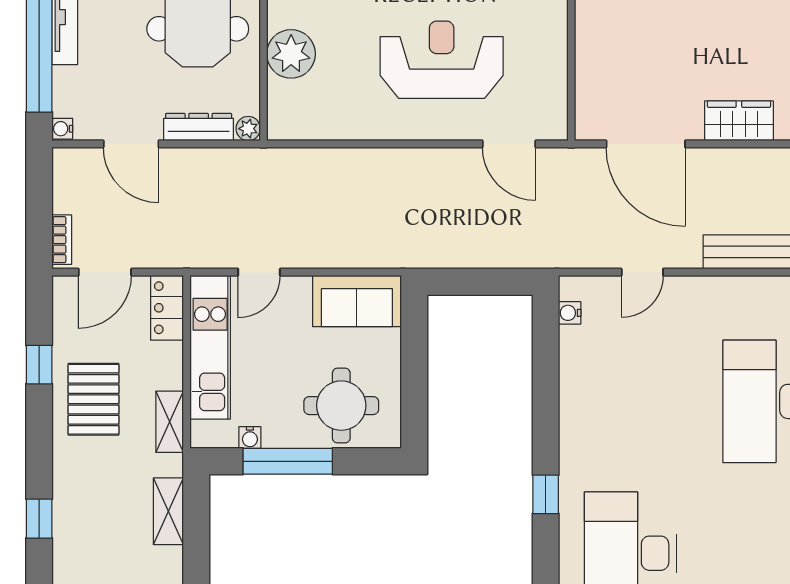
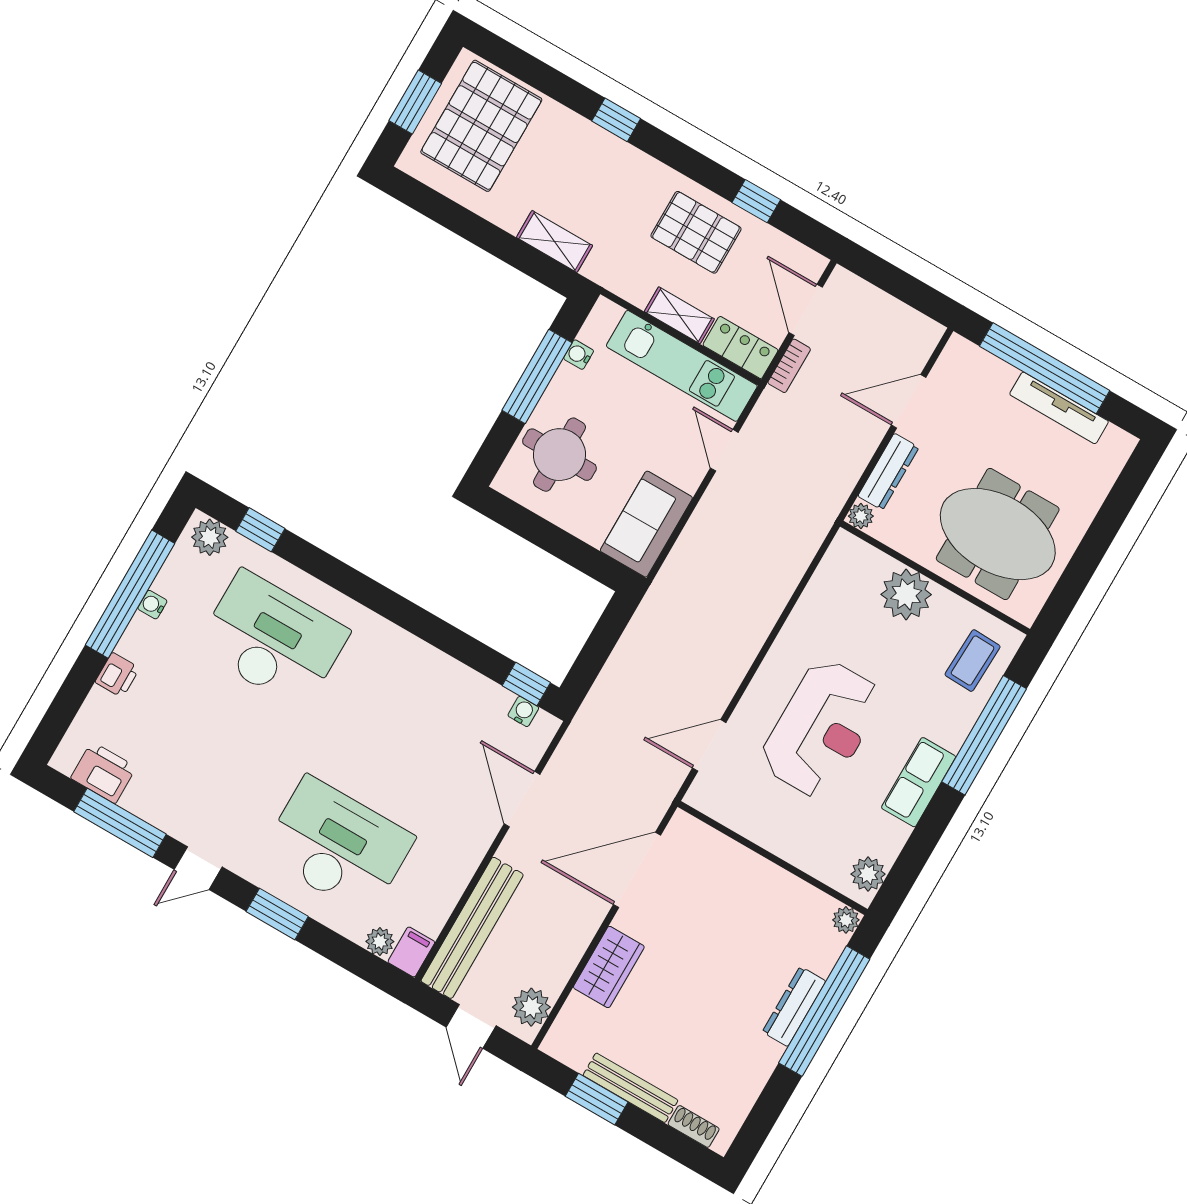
water cooler: (62, 129) -> (959, 347), removed
bookcase: (62, 240) -> (789, 366), moved, turned -90
door: (642, 272) -> (522, 799), width x1.38
shelving: (170, 422) -> (679, 315), moved
window: (546, 494) -> (526, 684), moved

